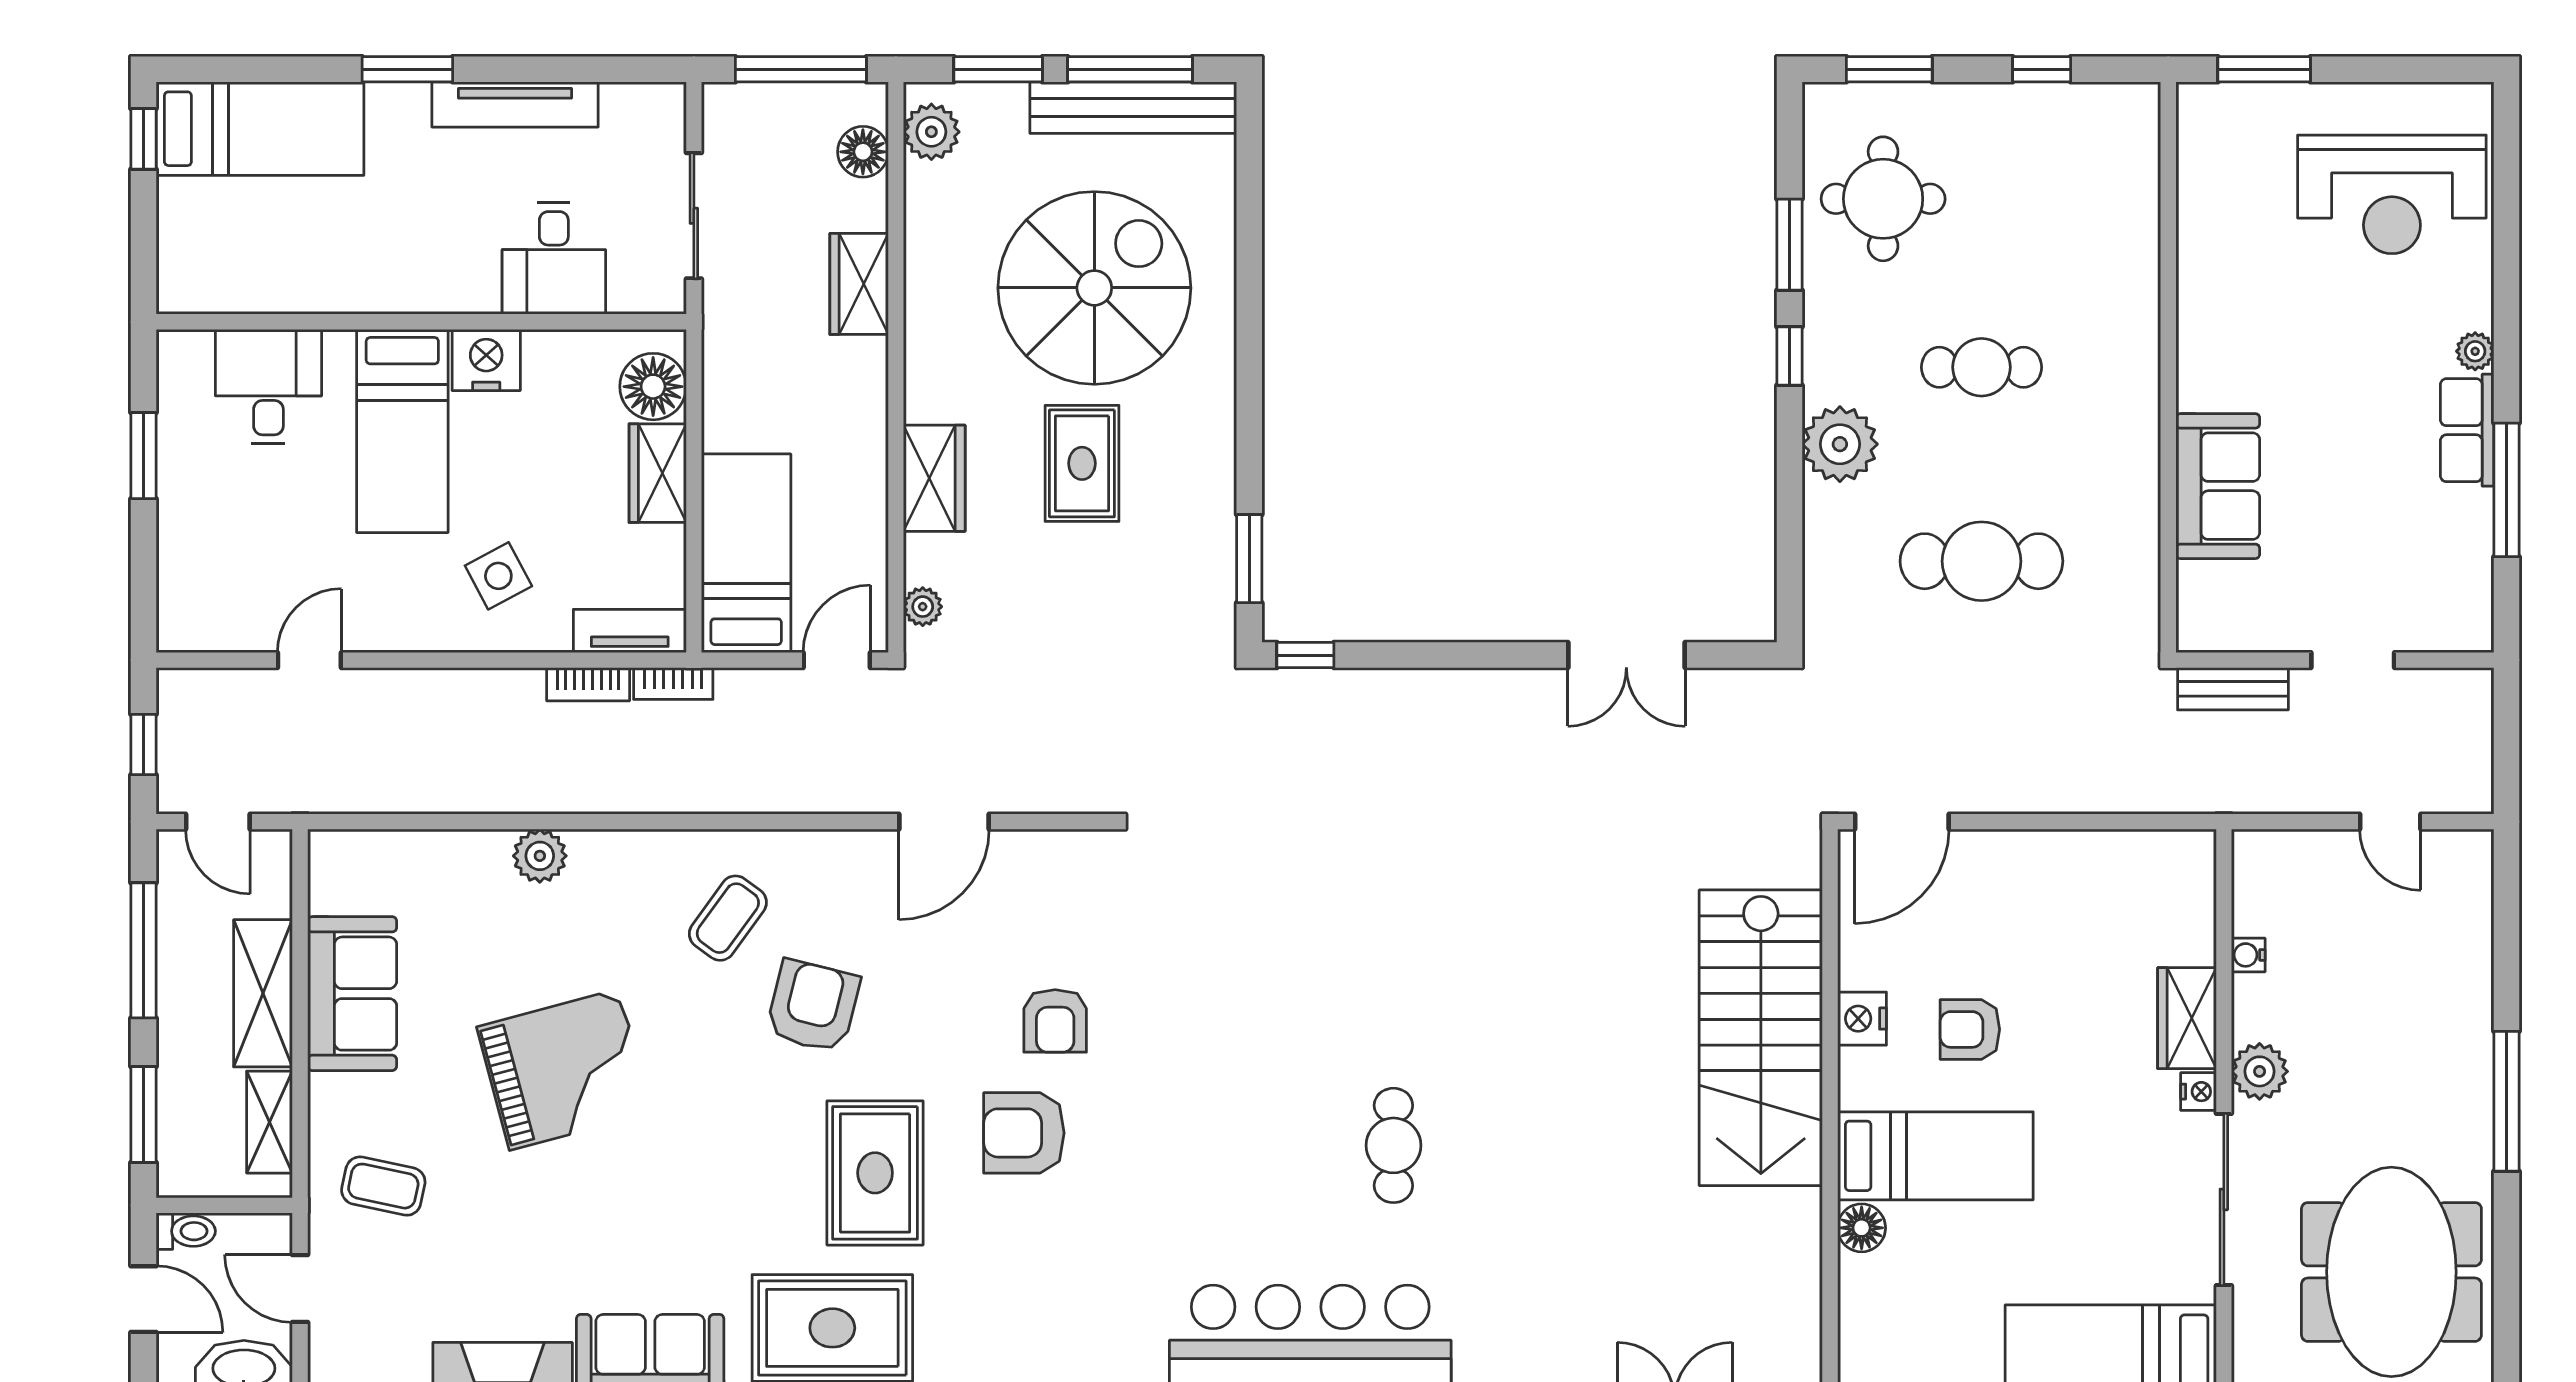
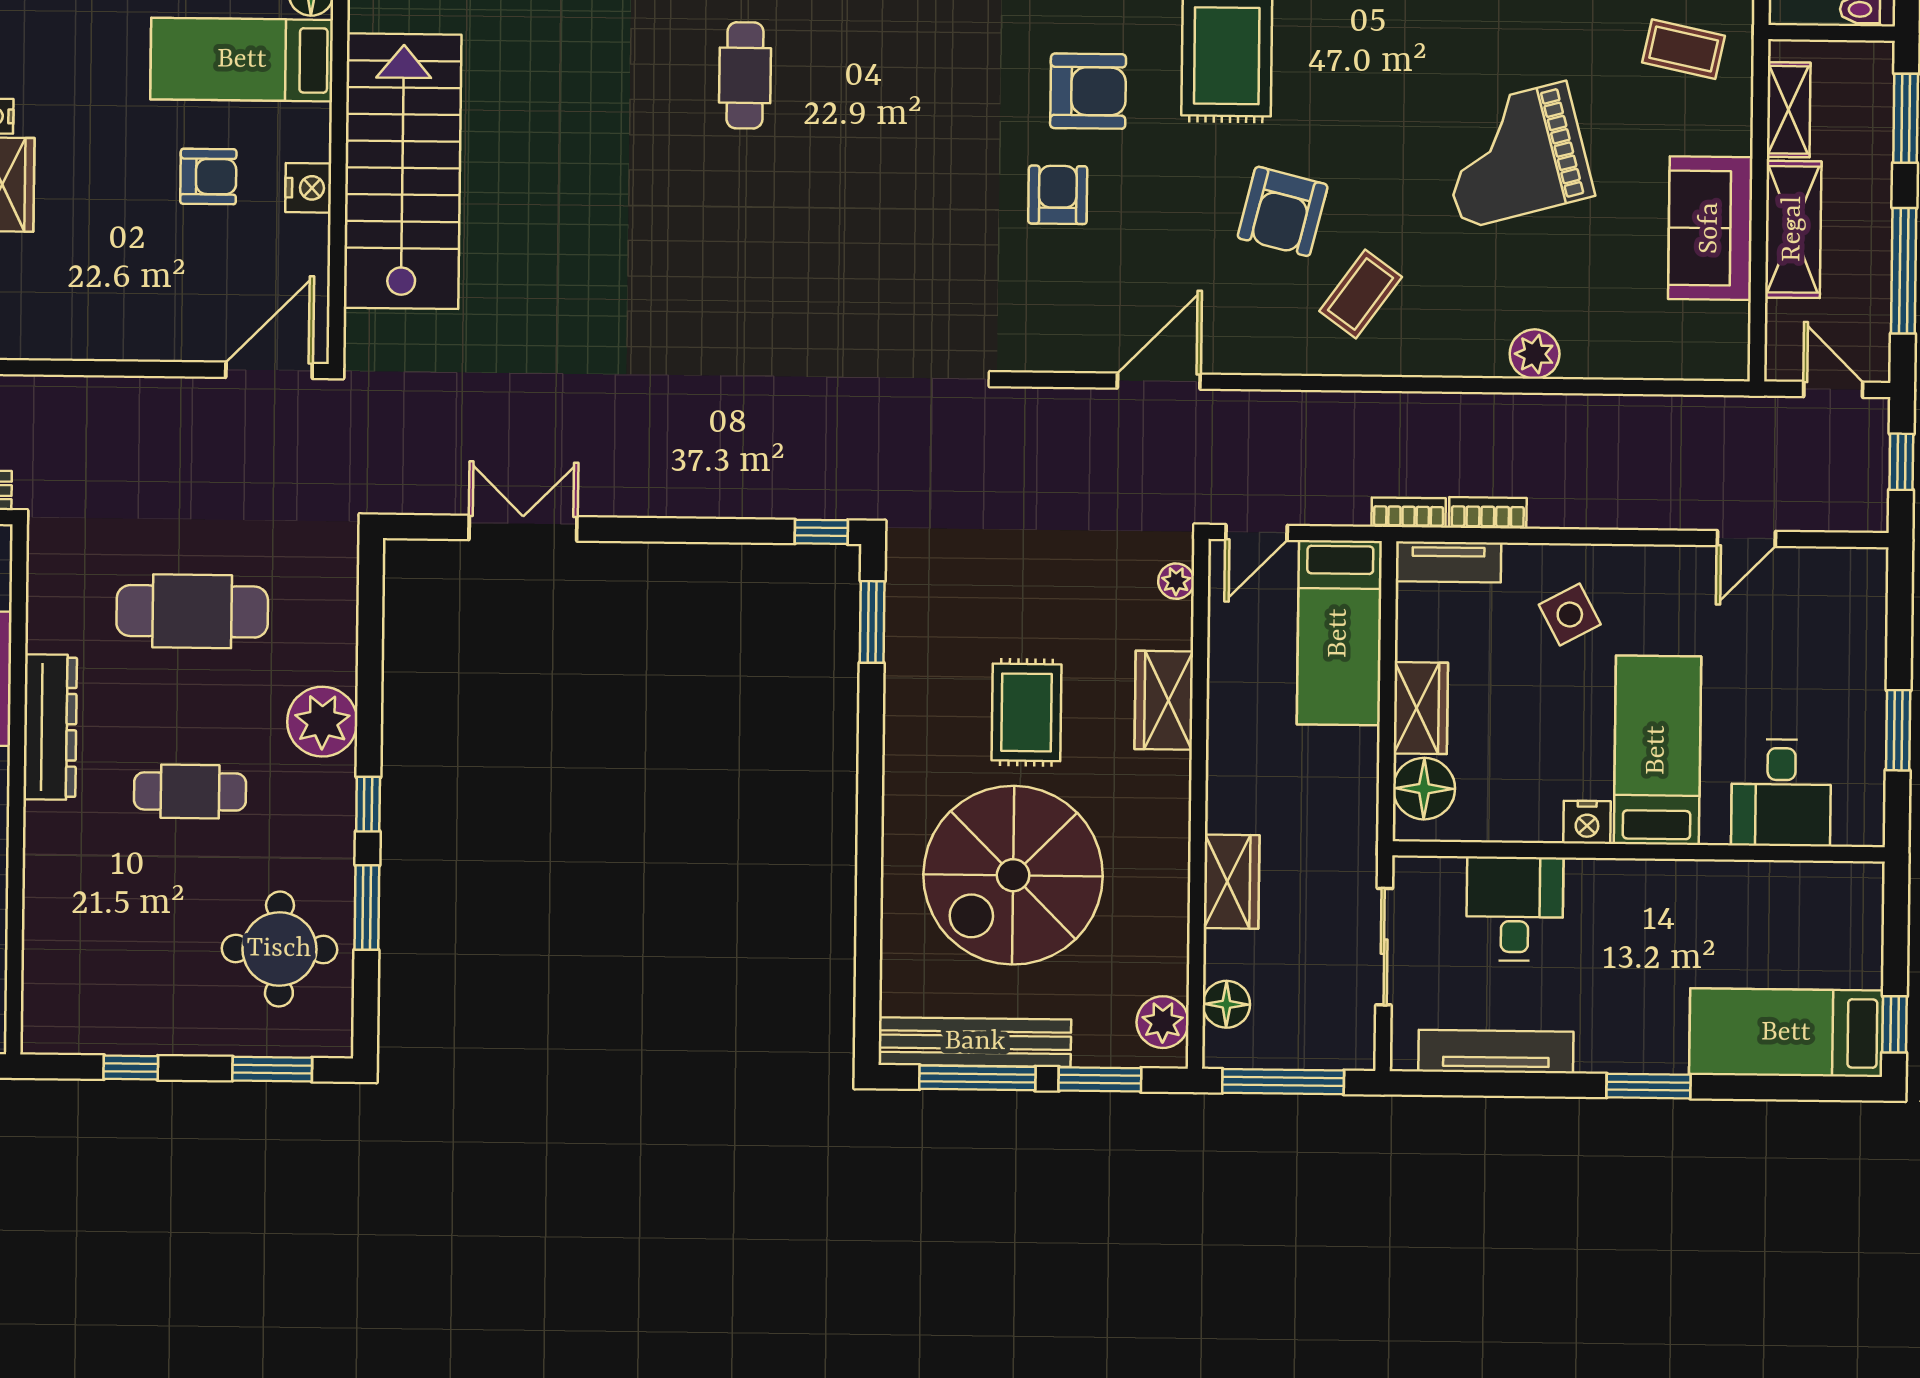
tv unit: (515, 104) -> (1496, 1051), moved
nightstand: (486, 360) -> (1587, 822), width x0.74, depth x0.75
dresser: (2133, 435) -> (50, 727), added

